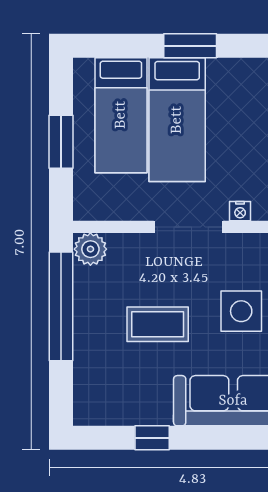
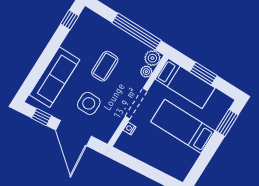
window: (190, 46) -> (227, 123), moved
bed: (121, 115) -> (185, 83), moved, turned 180
plant: (121, 245) -> (146, 72), added
window: (152, 438) -> (70, 20), moved

